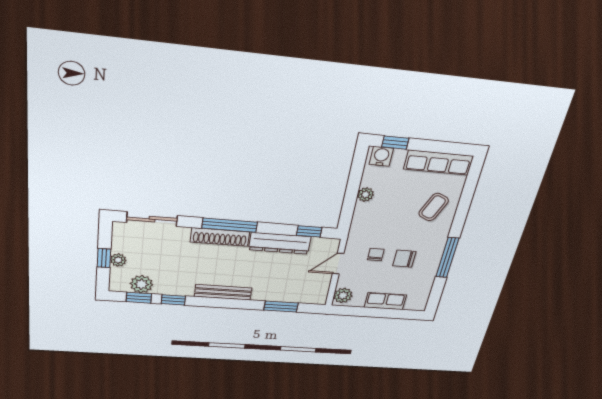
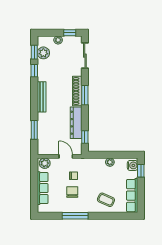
window: (230, 225) -> (85, 95), width x0.69
window: (104, 258) -> (70, 33), moved
row of seats: (385, 301) -> (43, 188), width x1.48

